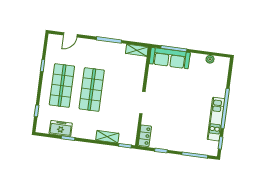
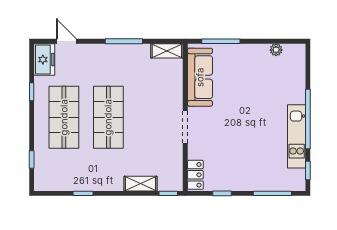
door: (70, 35) -> (66, 41), swing flipped
sofa: (170, 58) -> (200, 77), moved, turned -90
freezer: (61, 128) -> (44, 60), moved, turned 90

